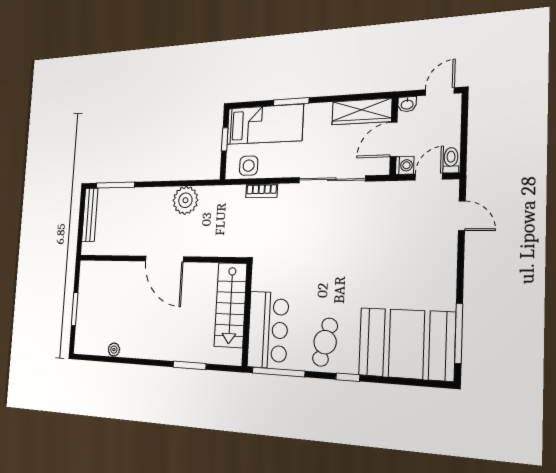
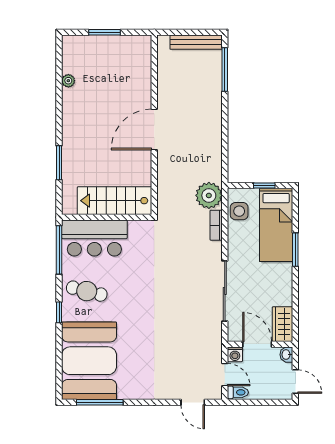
wardrobe: (362, 112) -> (282, 324), width x0.67
plant: (185, 200) -> (209, 195), moved
door: (462, 216) -> (193, 402), hinge flipped

